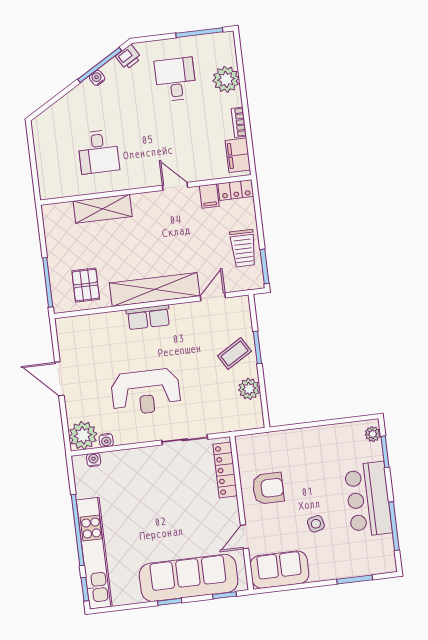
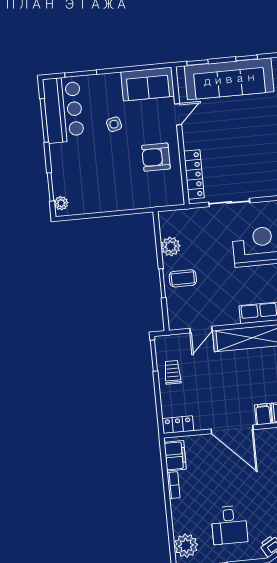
plant: (226, 79) -> (186, 546), moved
door: (175, 186) -> (232, 429), width x1.87
filing cabinet: (209, 196) -> (263, 414), moved
trolley: (243, 248) -> (173, 372), width x0.73, depth x0.72
coffee table: (234, 354) -> (183, 278), turned 31
bar counter: (368, 499) -> (63, 110), moved

